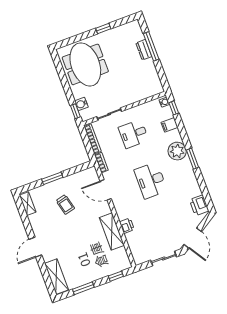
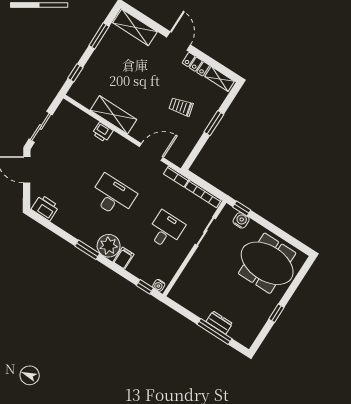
filing cabinet: (170, 125) -> (124, 258), moved
locker: (36, 224) -> (196, 64), added

